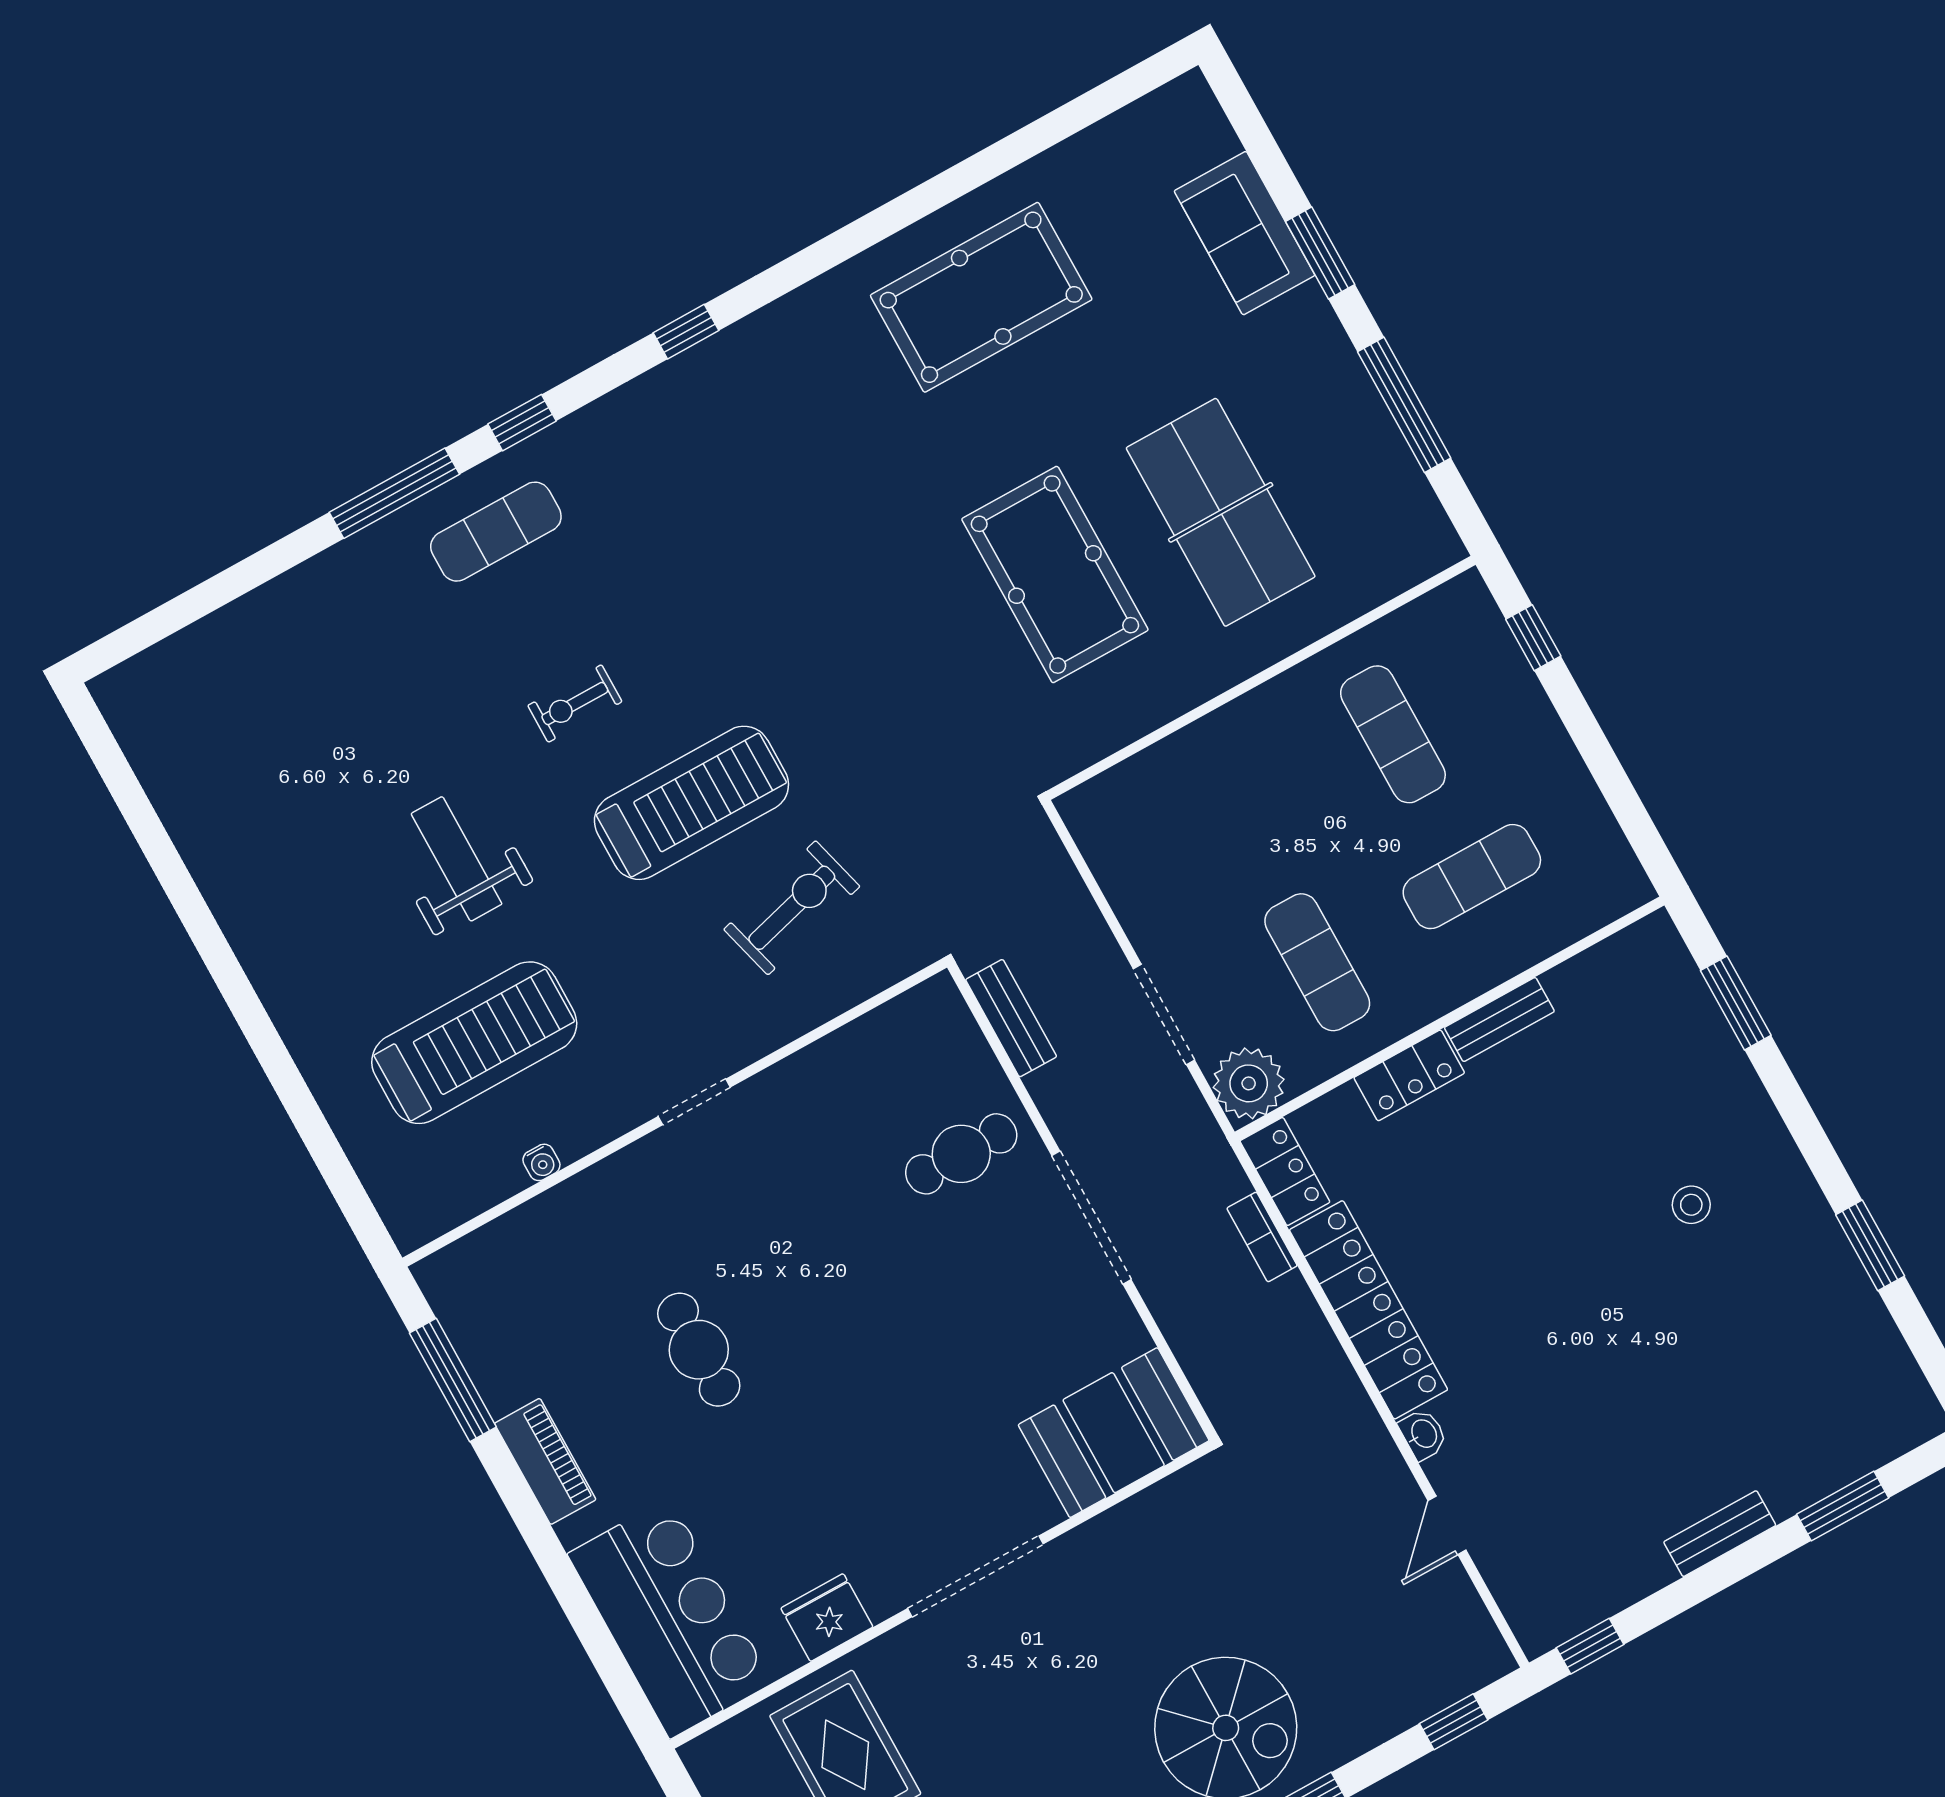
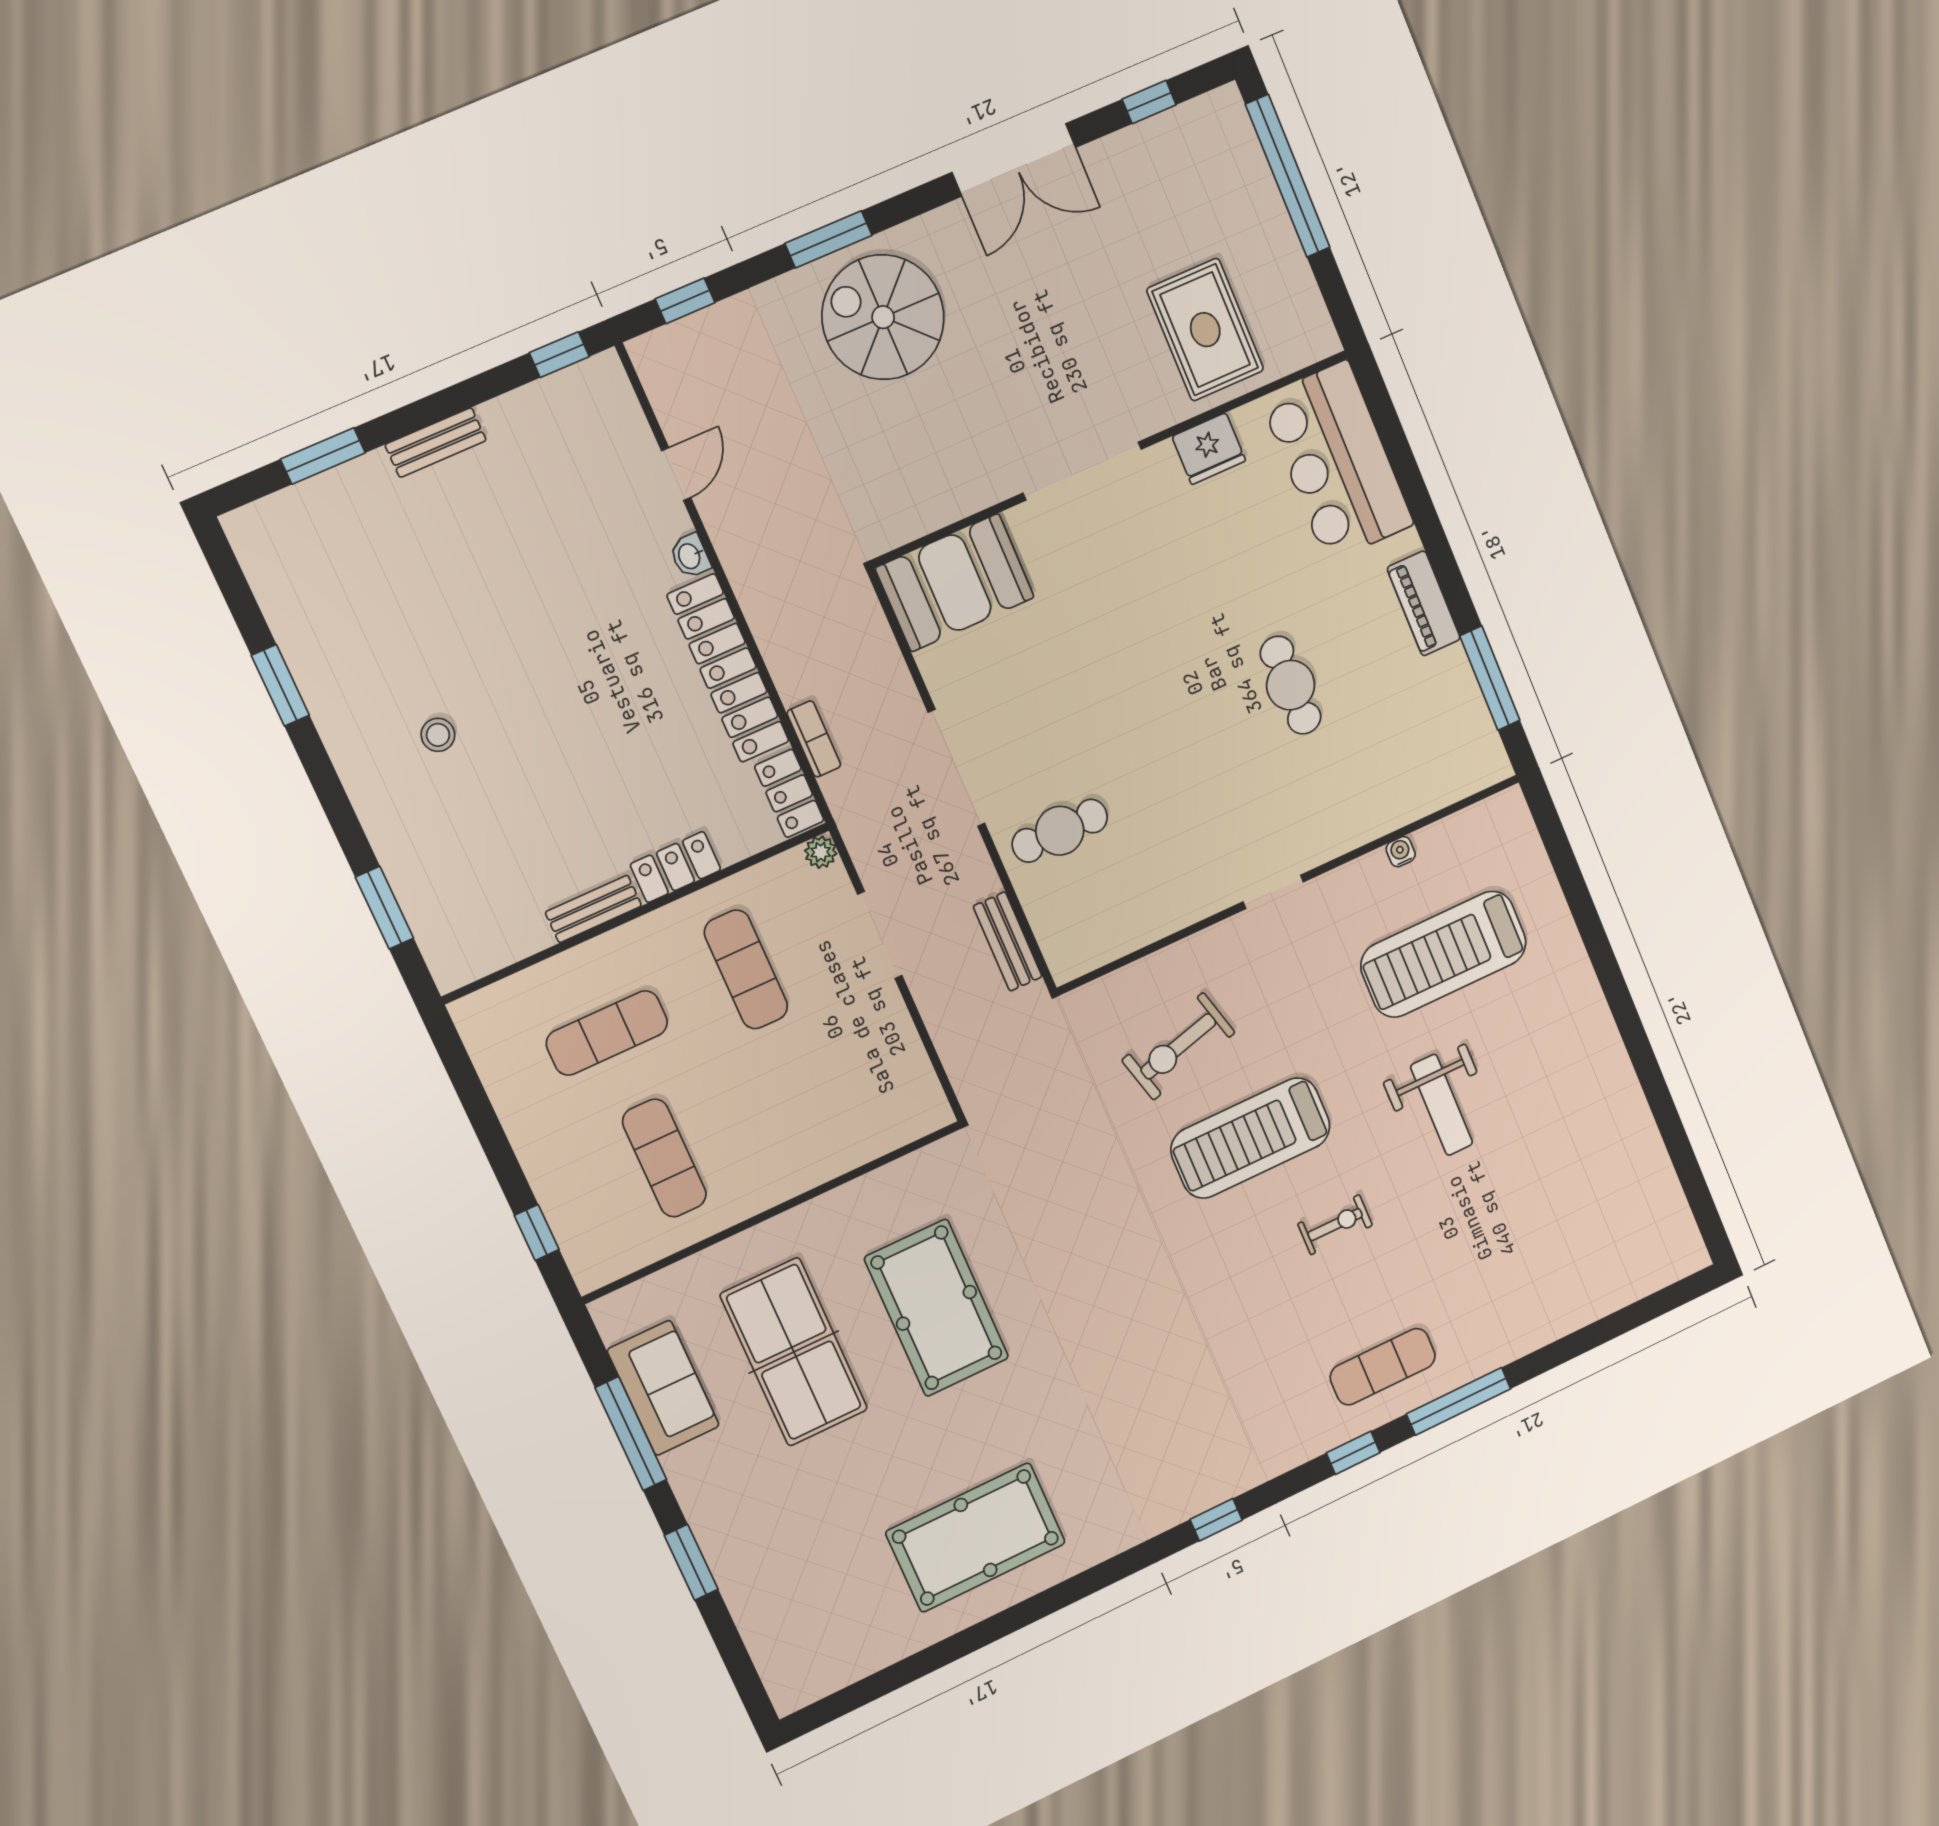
sofa: (1244, 233) -> (663, 1388), moved
plant: (1249, 1083) -> (821, 852), width x0.53, depth x0.53

